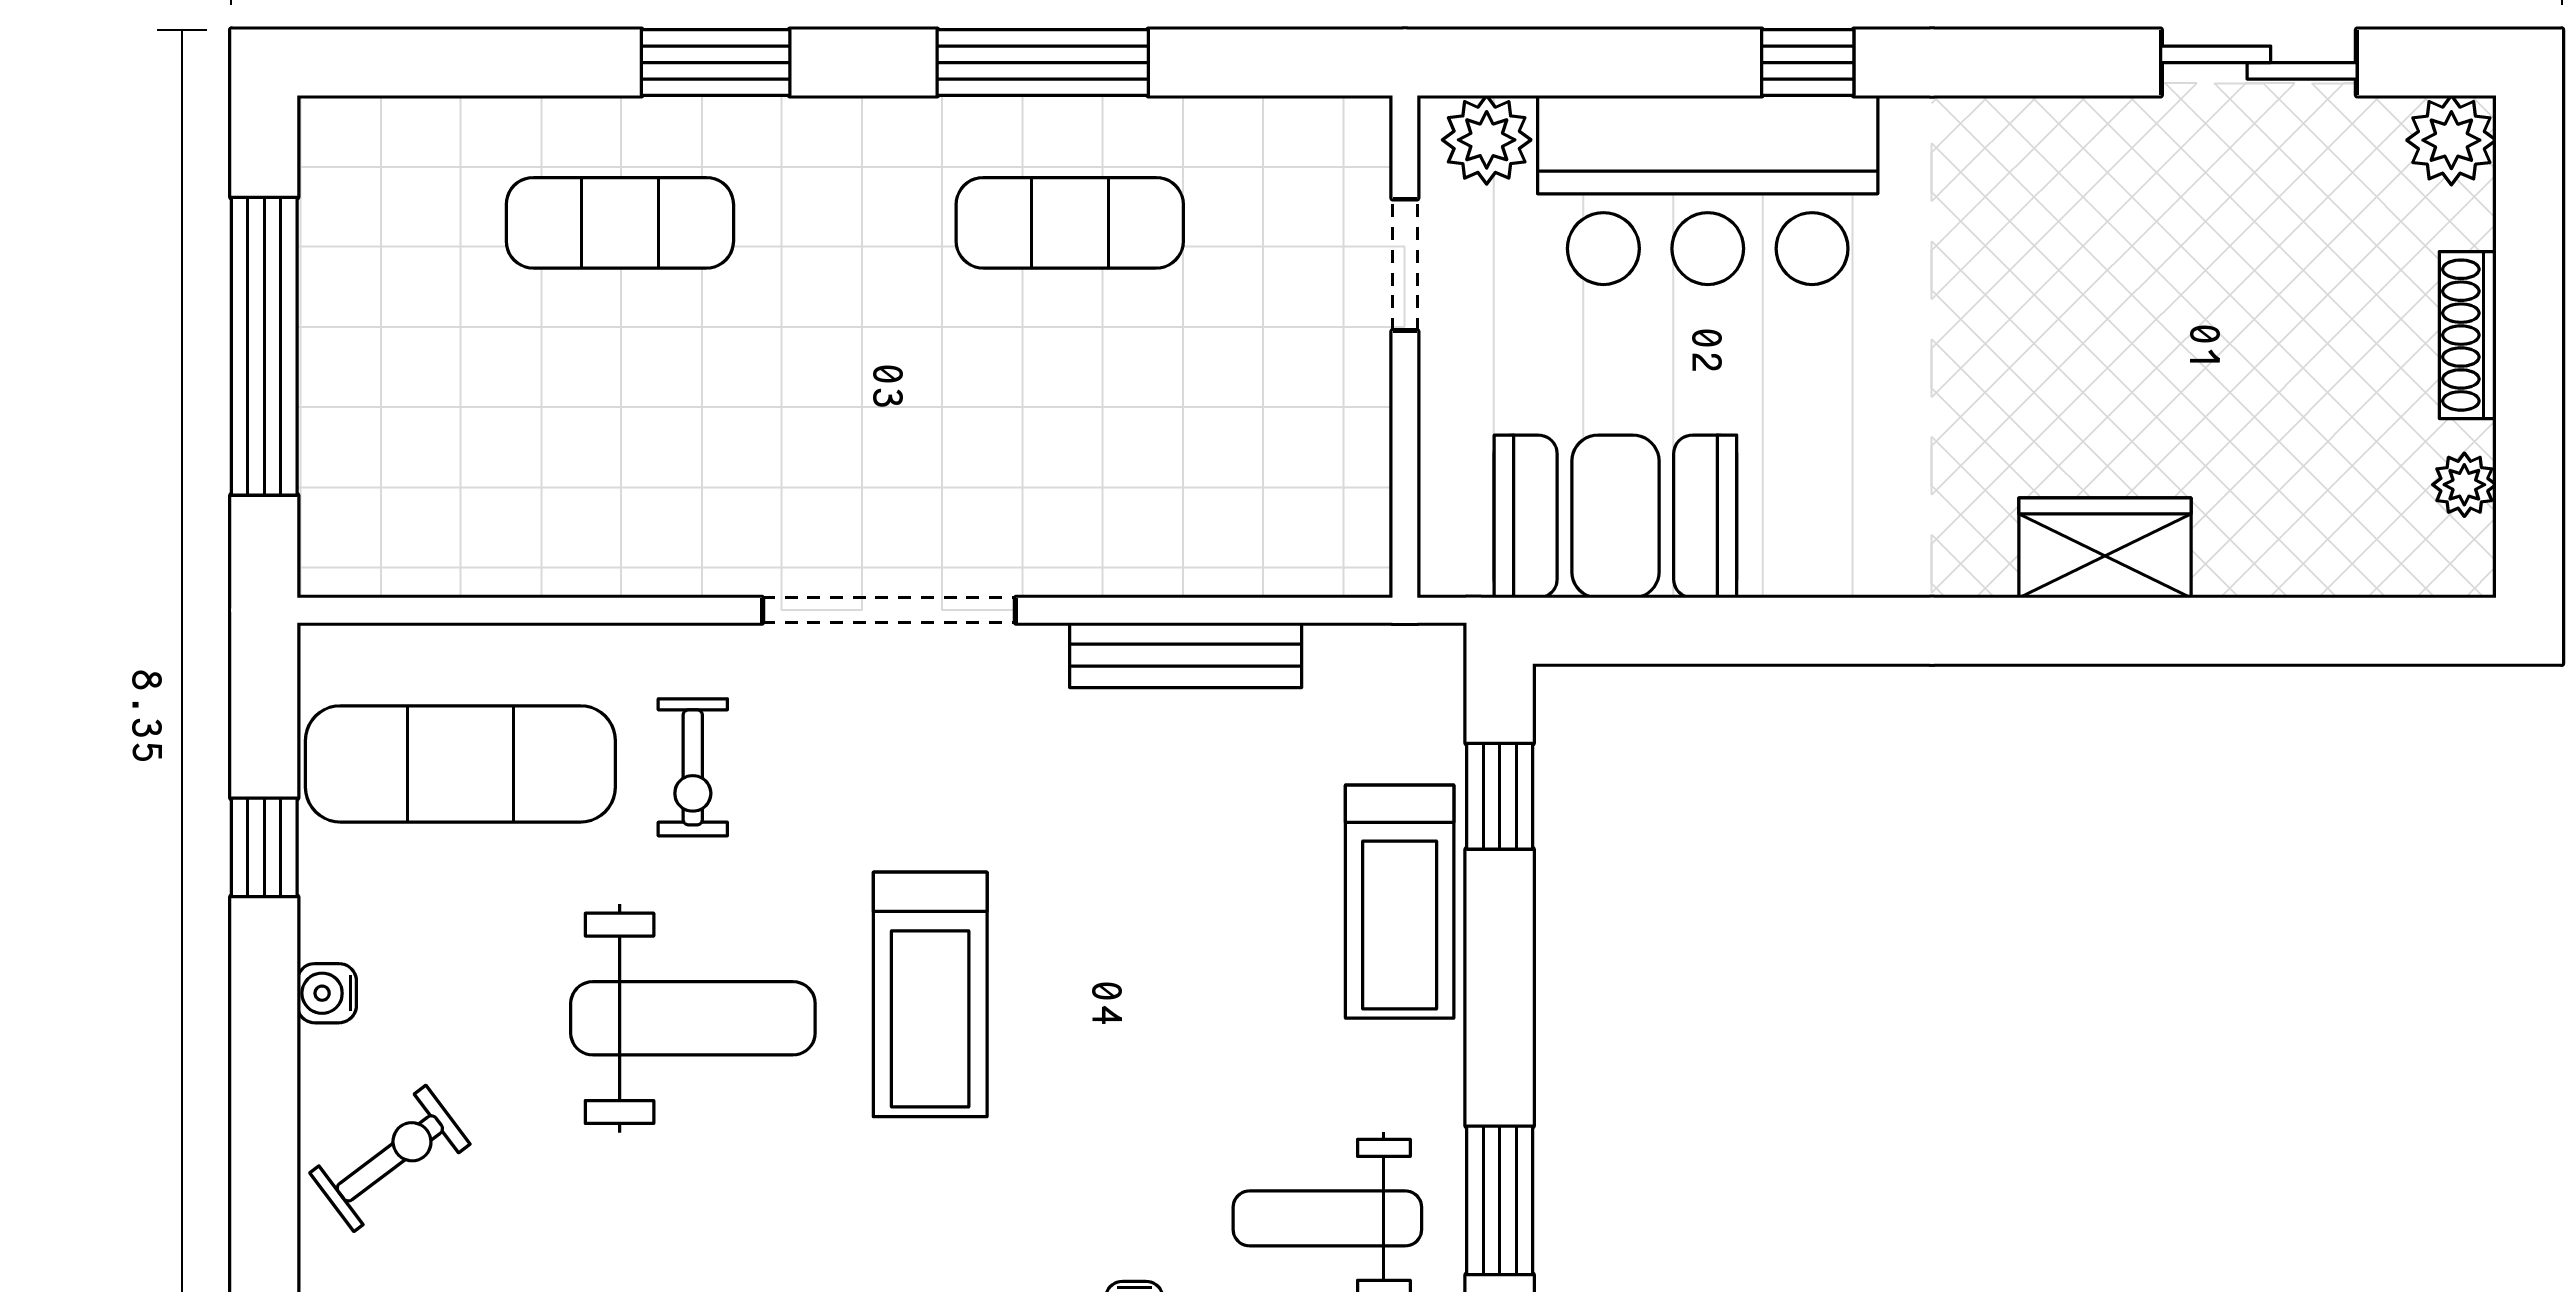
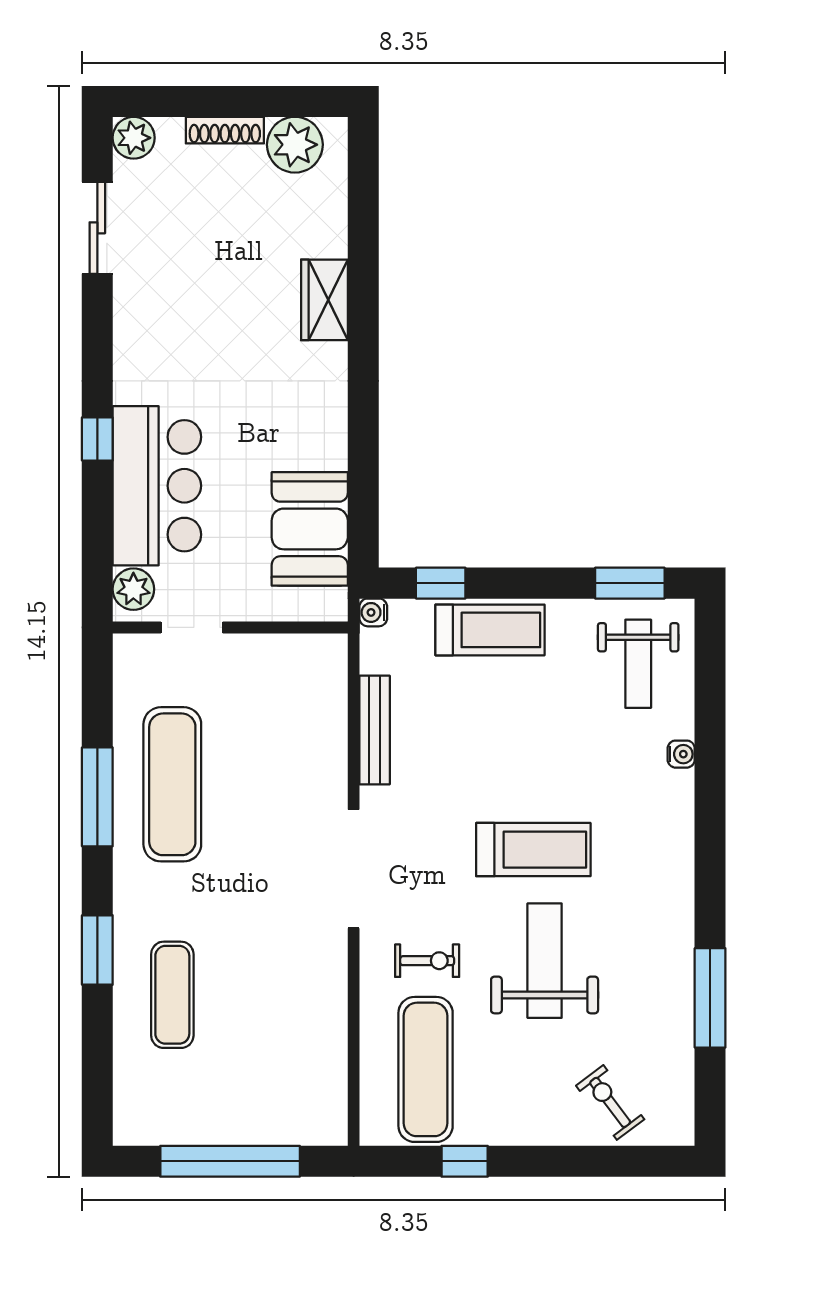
exercise mat: (1070, 223) -> (172, 784), width x1.36, depth x1.45
plant: (2464, 485) -> (295, 145), width x1.88, depth x1.88
water cooler: (327, 993) -> (373, 612), moved, turned 90

